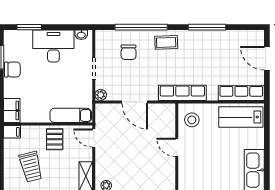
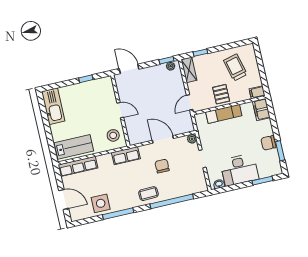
side table: (225, 44) -> (101, 203), added
chair: (129, 52) -> (162, 166), moved
row of seats: (182, 93) -> (126, 156), width x0.68
exam couch: (71, 115) -> (224, 114), moved
door: (94, 138) -> (190, 102), swing flipped

